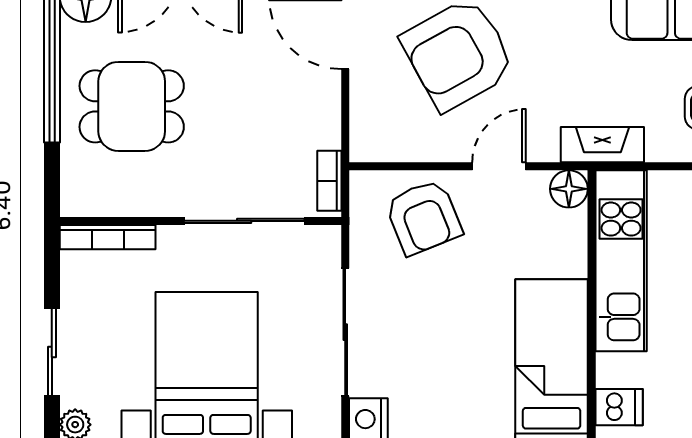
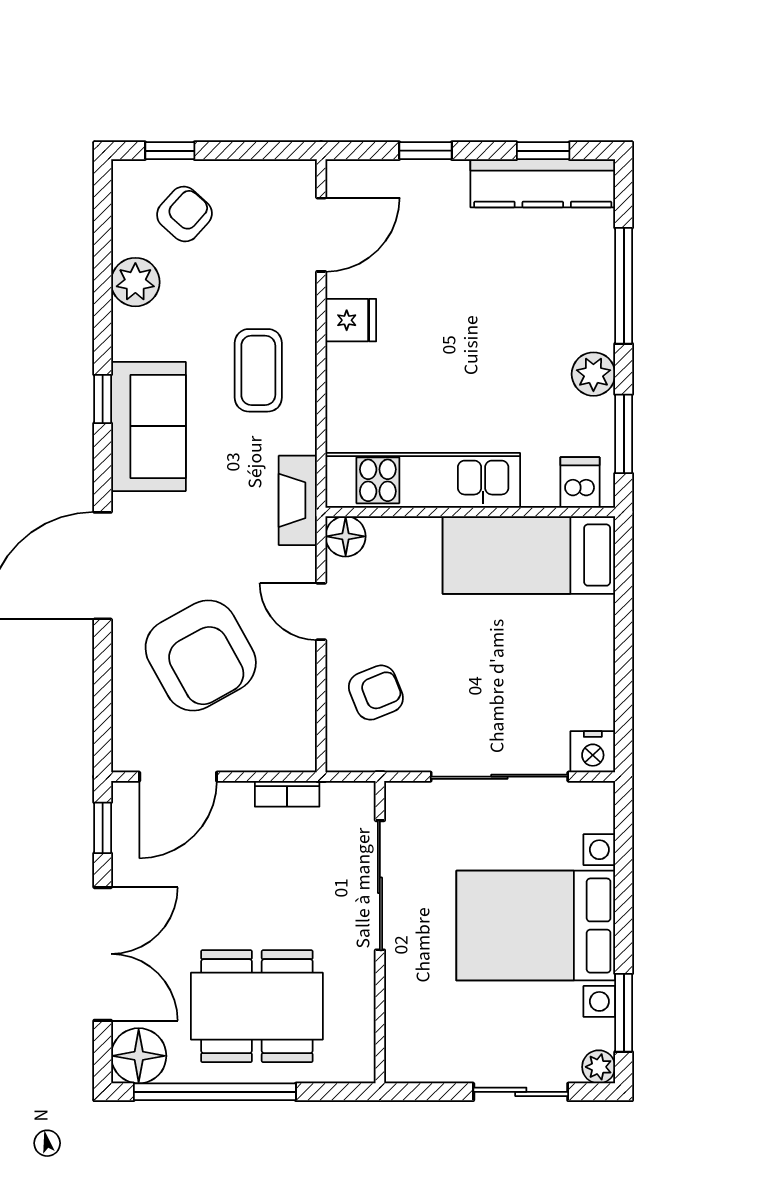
dining table: (132, 106) -> (257, 1006), width x1.37
bookcase: (329, 181) -> (287, 794), moved
armchair: (424, 217) -> (376, 693), width x0.72, depth x0.72
bookcase: (108, 237) -> (397, 1032), removed

